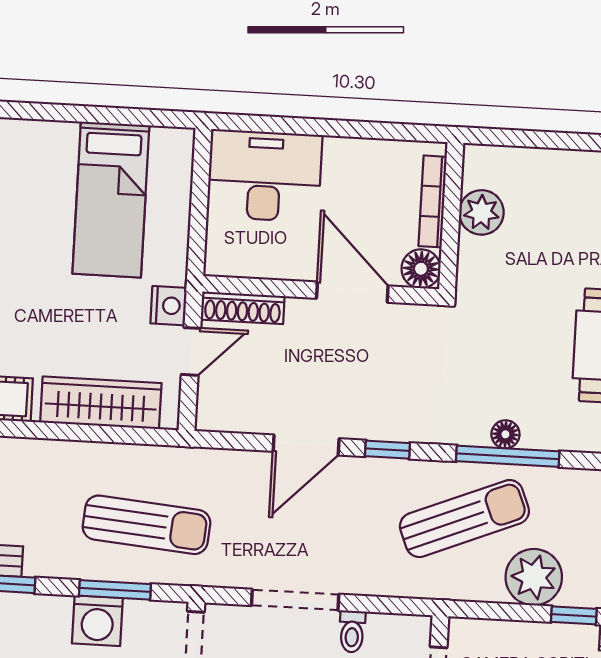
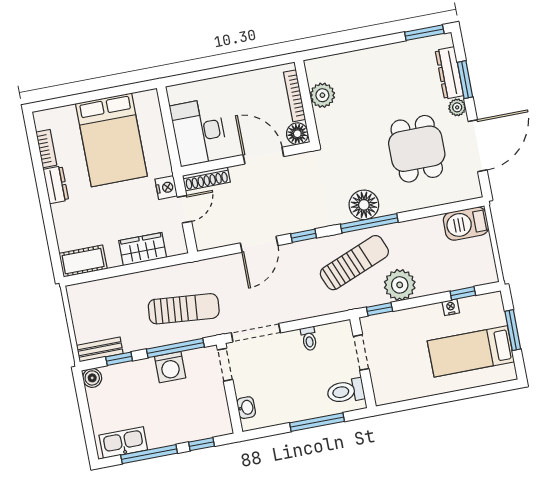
desk: (264, 176) -> (199, 132), moved, turned -90
bed: (111, 200) -> (111, 140), width x1.50
wardrobe: (101, 403) -> (143, 249), width x0.67
floor lamp: (505, 434) -> (364, 205), width x1.89, depth x1.89
window: (115, 590) -> (175, 348), width x1.44
doorway: (295, 600) -> (256, 333), moved
window: (574, 615) -> (379, 309), moved

